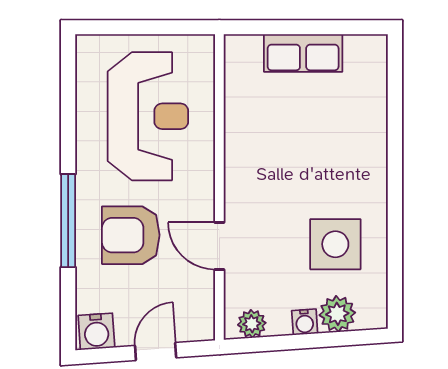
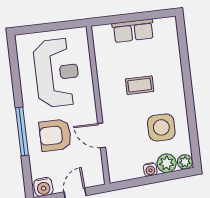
coffee table: (303, 159) -> (140, 85), added
plant: (252, 324) -> (185, 162), moved

